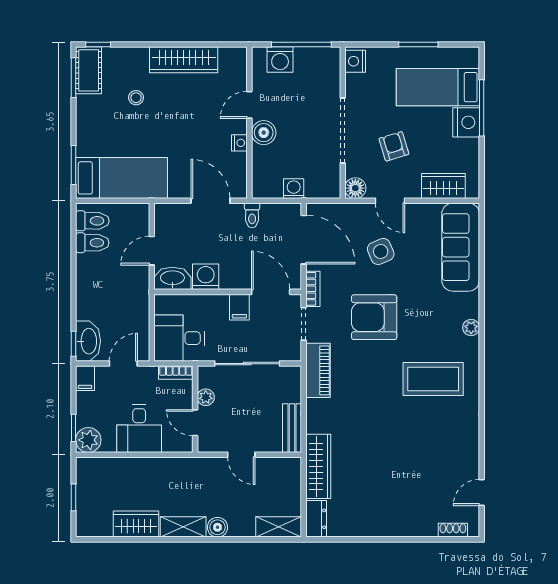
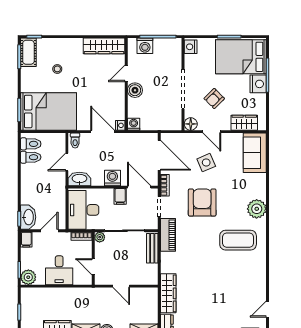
wardrobe: (184, 60) -> (104, 46), moved
bed: (438, 87) -> (241, 57), width x1.50
nightstand: (239, 143) -> (120, 125), moved
armchair: (394, 146) -> (214, 99), turned -118
bed: (122, 178) -> (49, 112), width x1.50
washing machine: (294, 189) -> (134, 124), moved
toilet: (252, 215) -> (75, 141), moved
sofa: (461, 247) -> (255, 153), width x0.73
washing machine: (206, 277) -> (112, 178), moved
armchair: (374, 317) -> (202, 203), turned 90
plant: (471, 328) -> (257, 209), width x1.88, depth x1.88
desk: (179, 338) -> (83, 210), width x1.37
plant: (206, 397) -> (100, 237), moved
bench: (292, 428) -> (152, 248), moved

